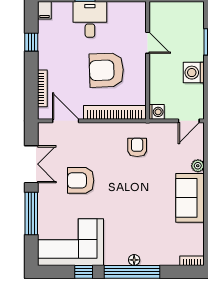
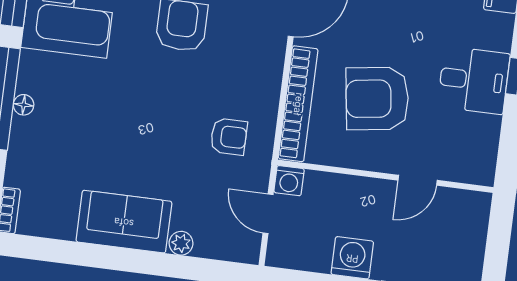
armchair: (106, 70) -> (377, 99), turned -96
door: (189, 121) -> (268, 214), moved

